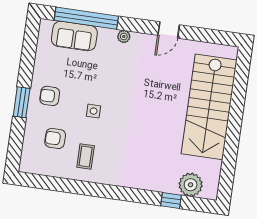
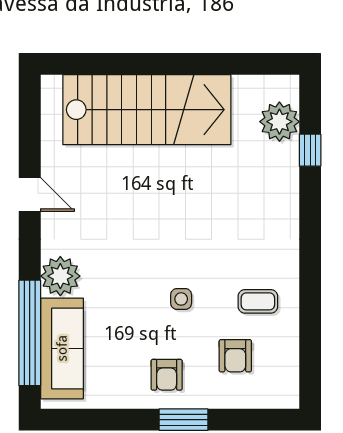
sofa: (74, 36) -> (62, 348), width x1.36
plant: (124, 37) -> (60, 276), width x1.87, depth x1.87

